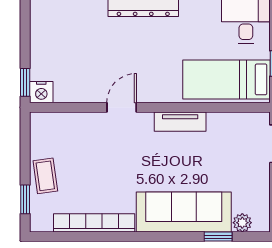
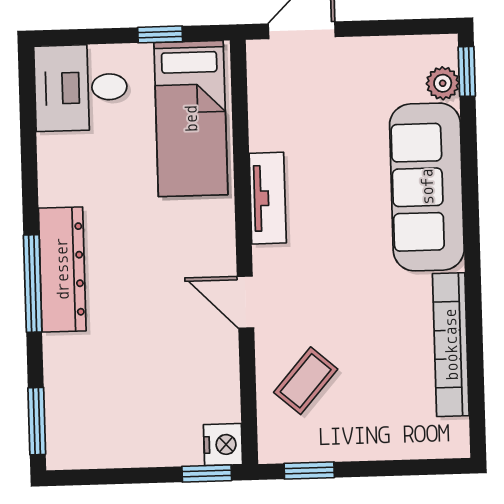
coffee table: (45, 176) -> (306, 381), moved, turned -41
window: (25, 199) -> (309, 470), moved
window: (218, 237) -> (467, 71), moved

